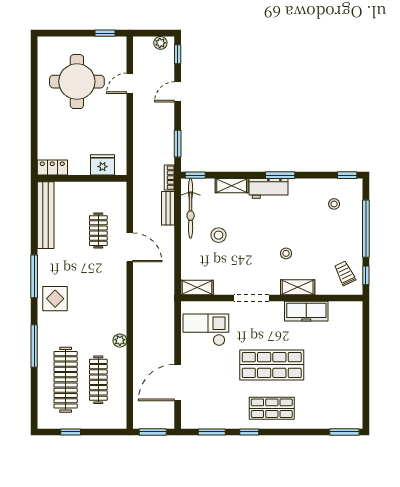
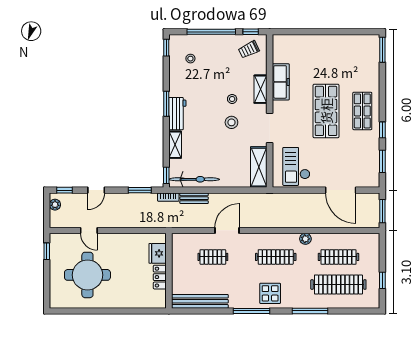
door: (178, 92) -> (96, 190), hinge flipped
locker: (52, 168) -> (160, 277), moved
stool: (219, 235) -> (231, 122), moved
shelving: (197, 288) -> (259, 167), width x1.50, depth x1.33
clothes rail: (98, 305) -> (276, 257), added

